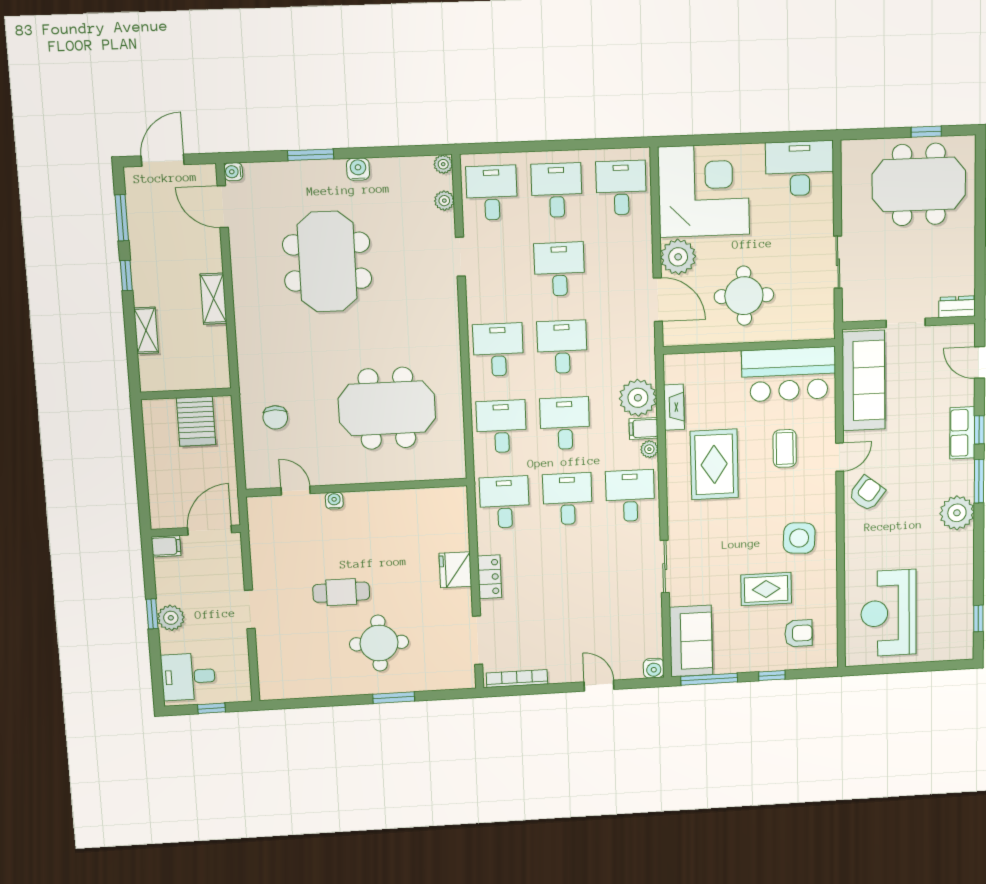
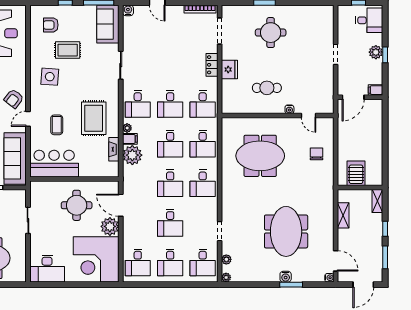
water cooler: (358, 169) -> (286, 277), moved
wall: (186, 394) -> (360, 188), moved
server rack: (196, 421) -> (356, 173), moved
cafe table: (341, 592) -> (267, 88), moved

